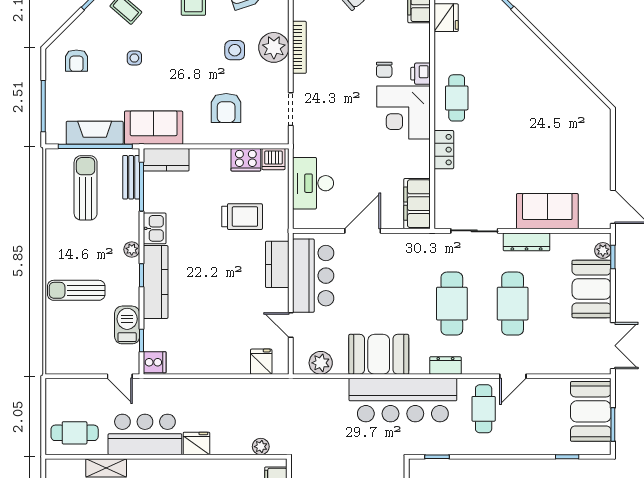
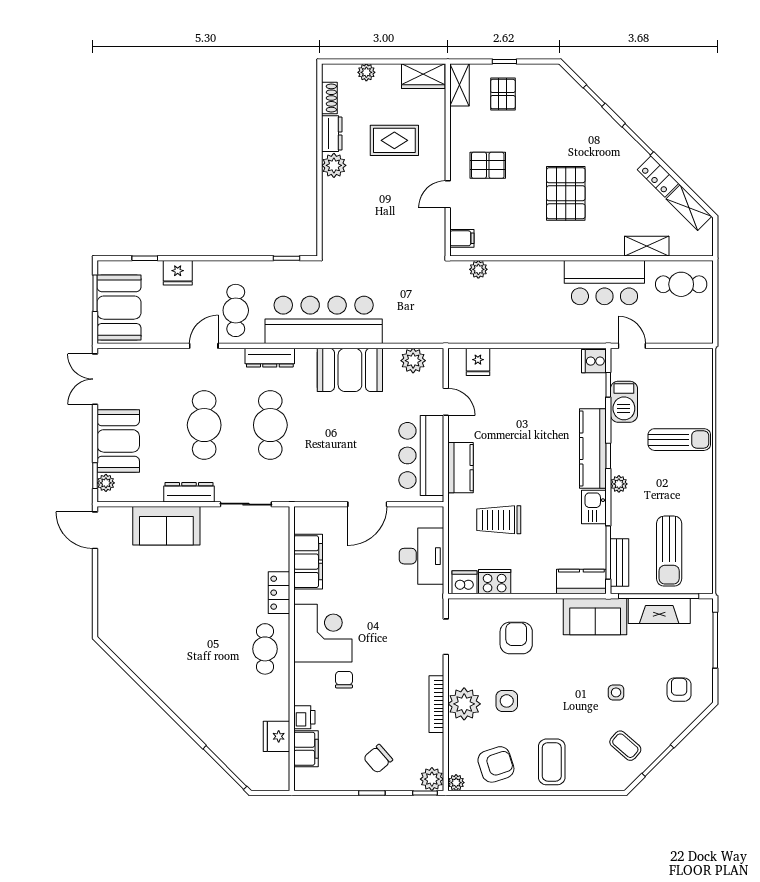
printer: (421, 74) -> (304, 717), moved
filing cabinet: (417, 204) -> (308, 562), moved
dresser: (445, 365) -> (270, 358), width x1.44
fridge: (196, 443) -> (178, 273), moved

